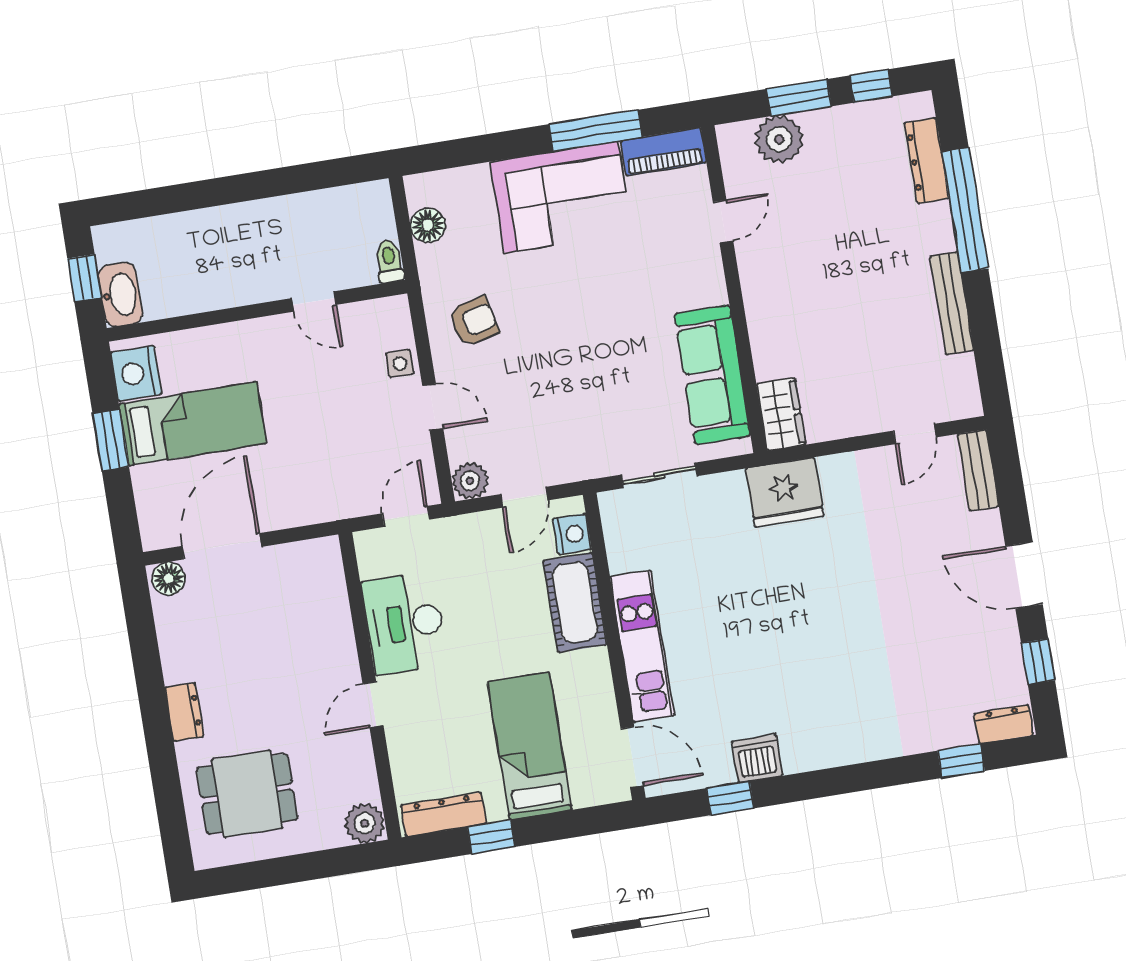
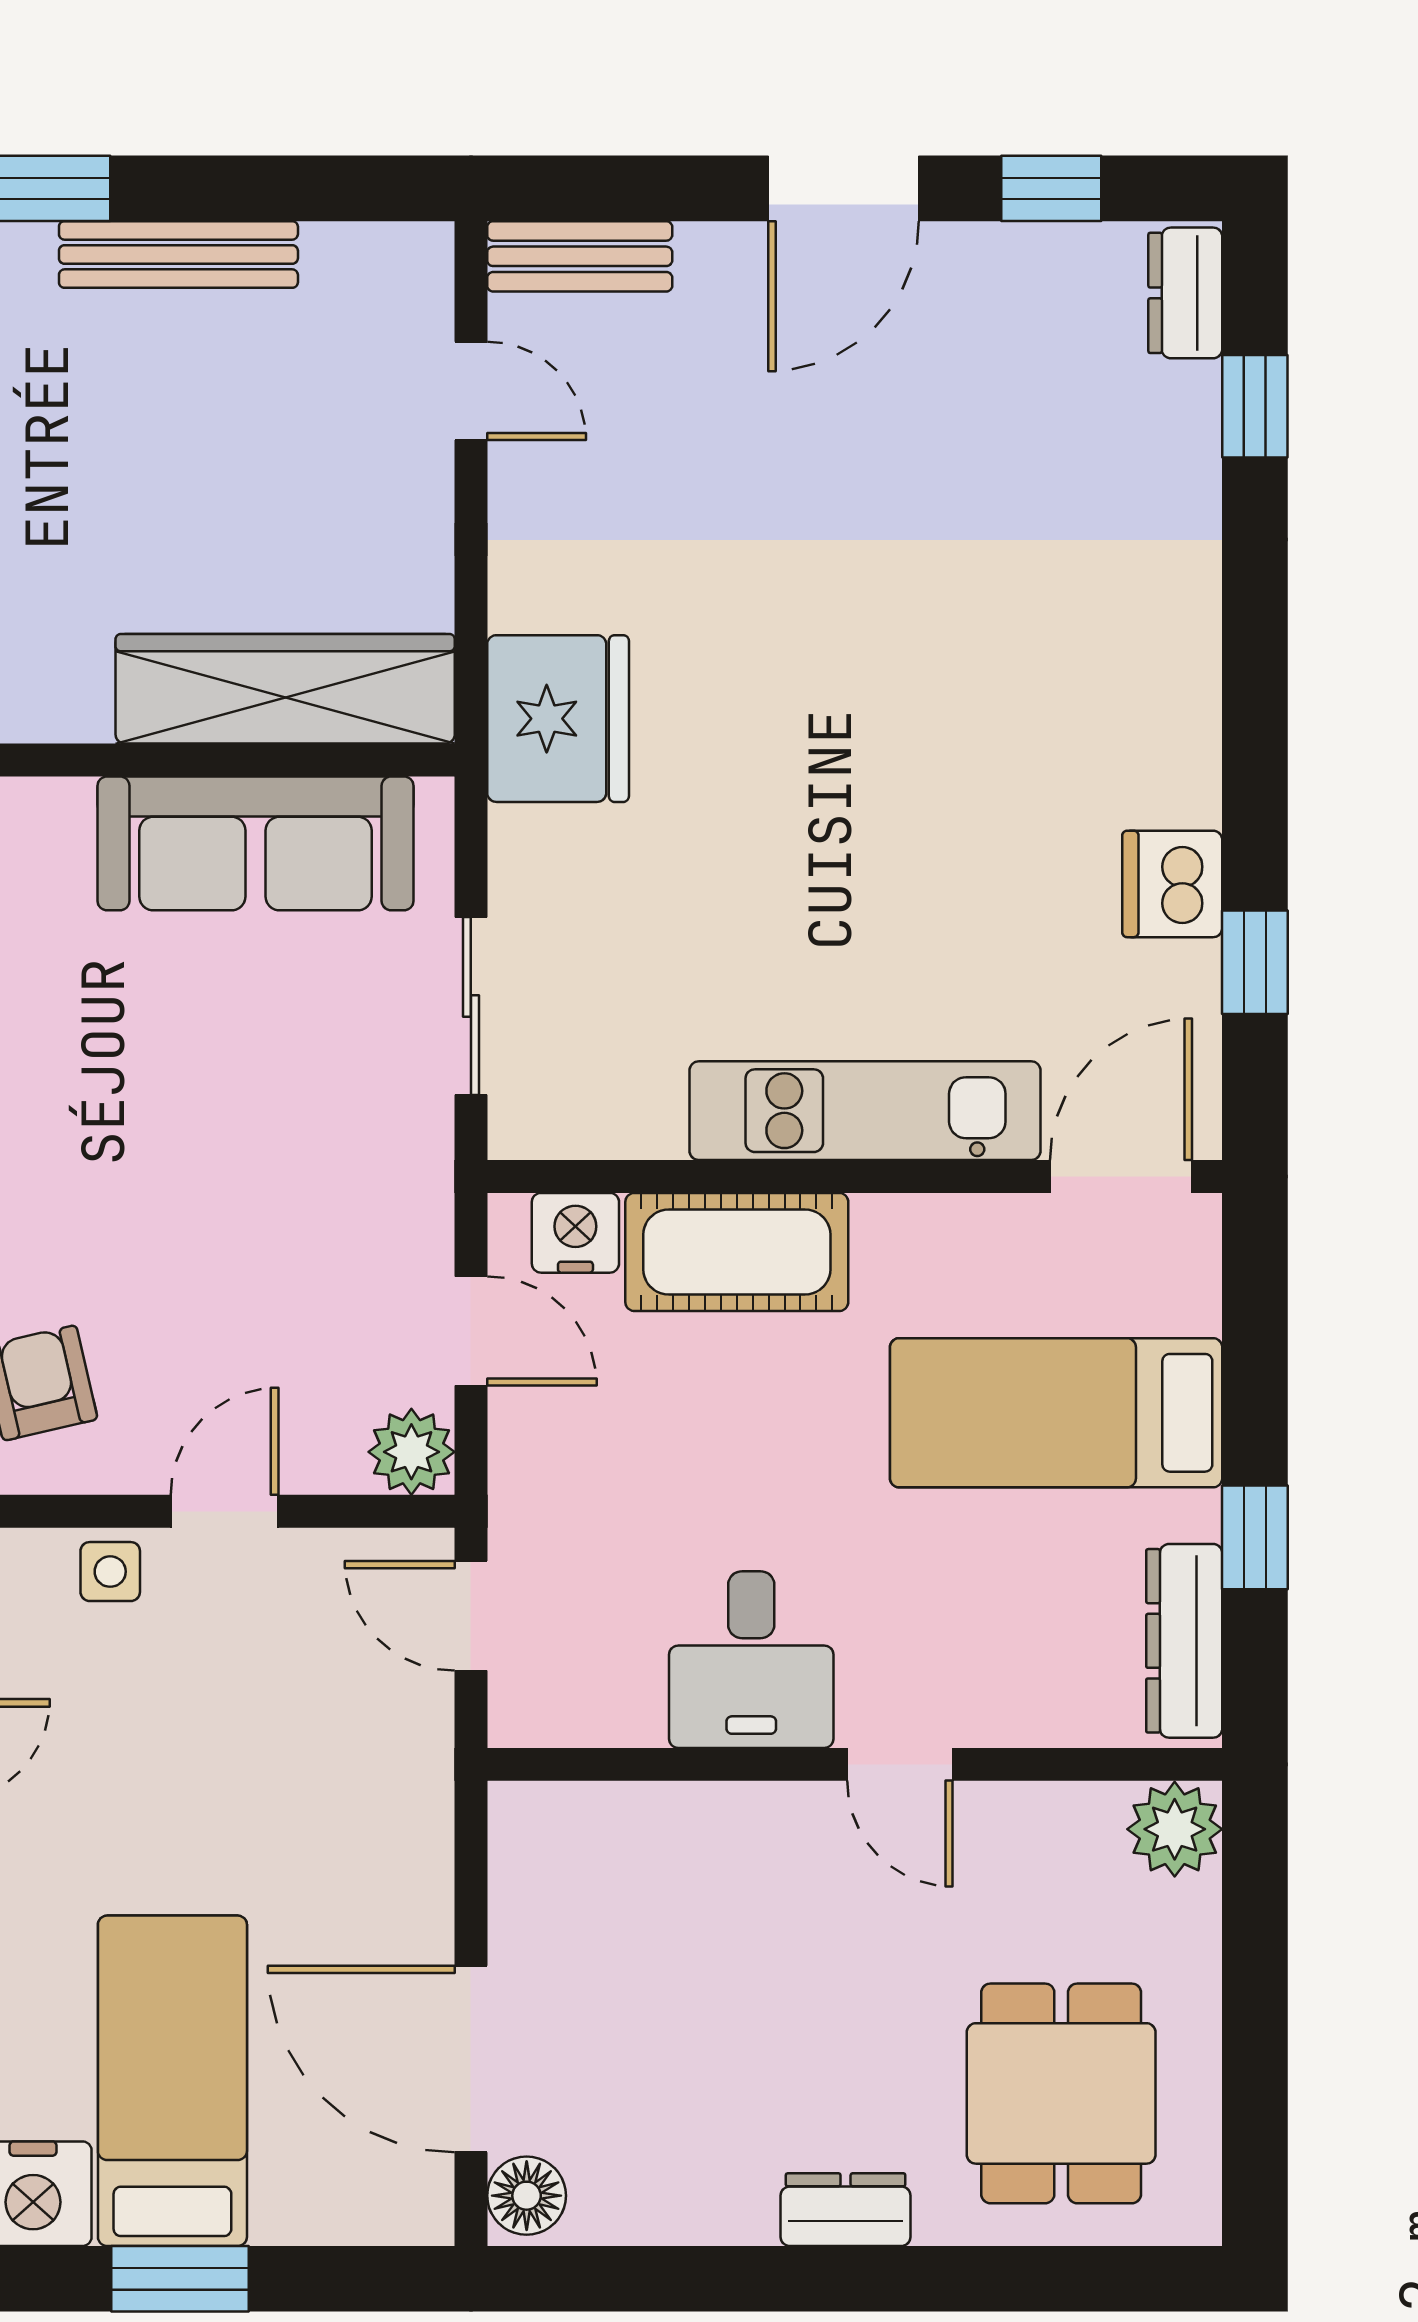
wardrobe: (781, 414) -> (285, 689), width x2.10, depth x1.17
desk: (404, 623) -> (751, 1660), width x0.73

